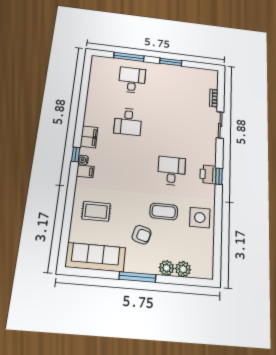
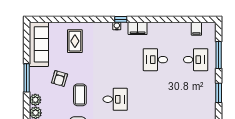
filing cabinet: (85, 171) -> (196, 29), moved

